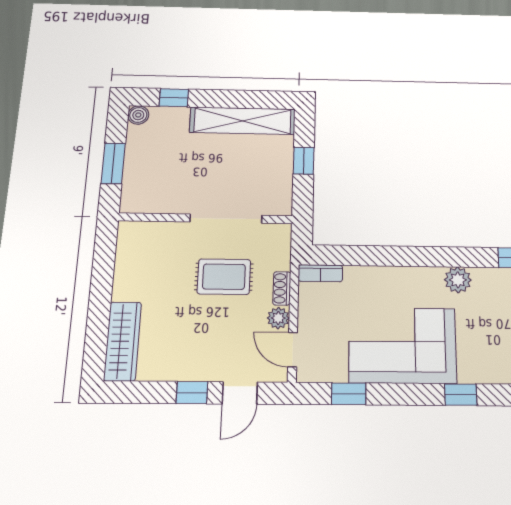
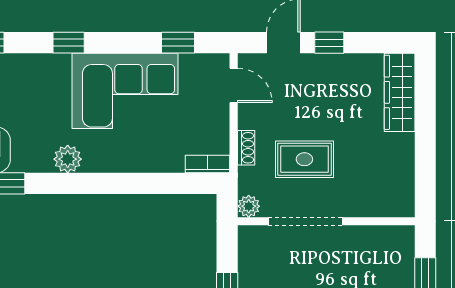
plant: (278, 318) -> (249, 206), moved

